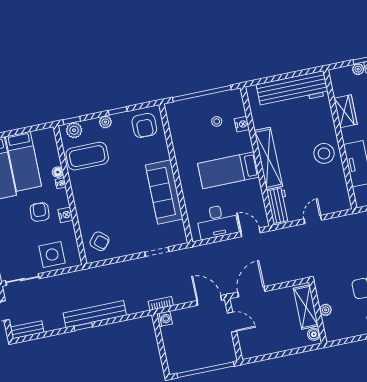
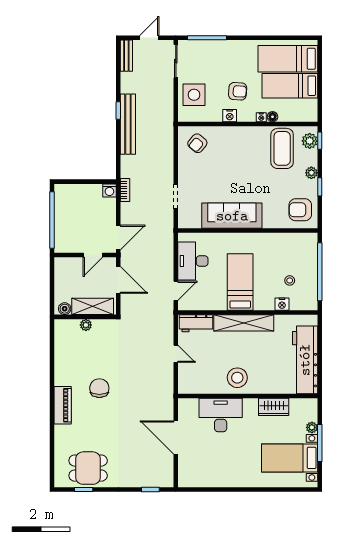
shelving: (306, 307) -> (93, 306), moved
plant: (326, 310) -> (86, 325), moved
wall: (318, 312) -> (85, 317), moved
boiler: (314, 334) -> (65, 309), moved

